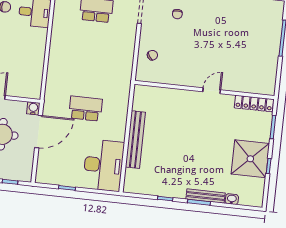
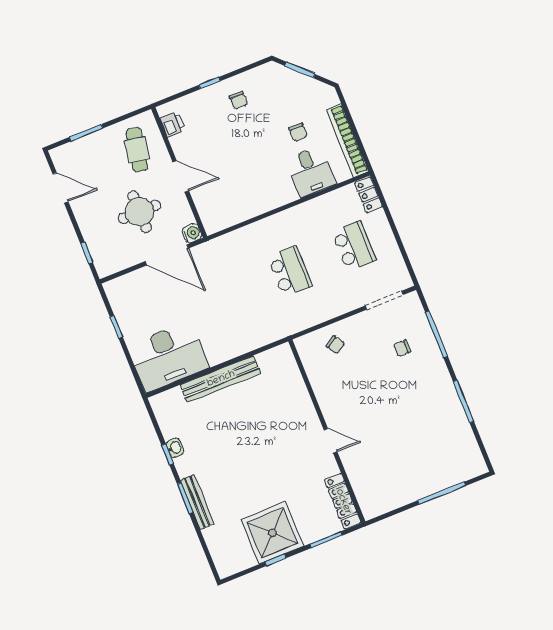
school desk: (86, 109) -> (290, 272), moved
washbasin: (232, 199) -> (175, 448), moved

